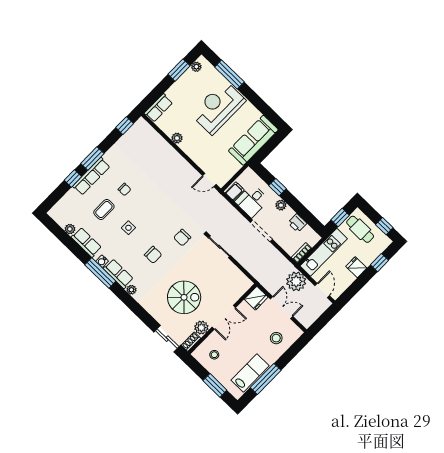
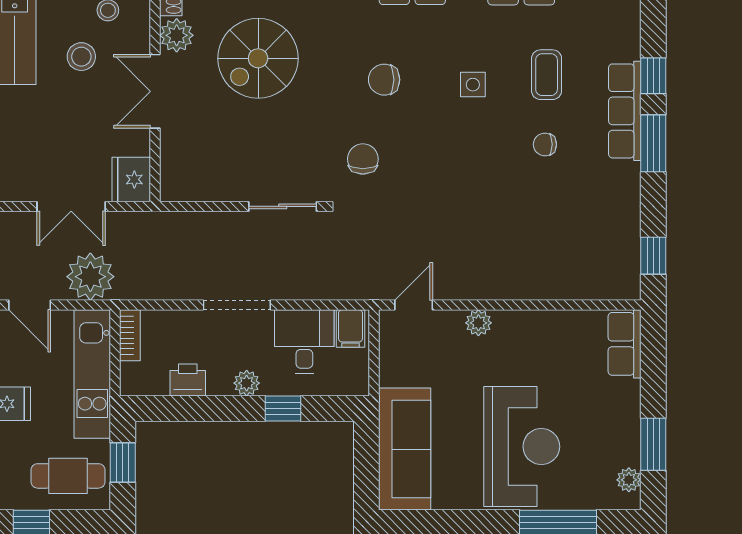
plant: (177, 138) -> (478, 323), moved
stool: (276, 338) -> (81, 57), moved

